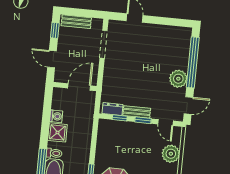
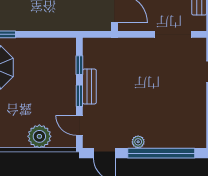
plant: (178, 79) -> (138, 142), width x0.53, depth x0.53
dresser: (112, 109) -> (90, 55), removed
door: (165, 122) -> (79, 125), hinge flipped

